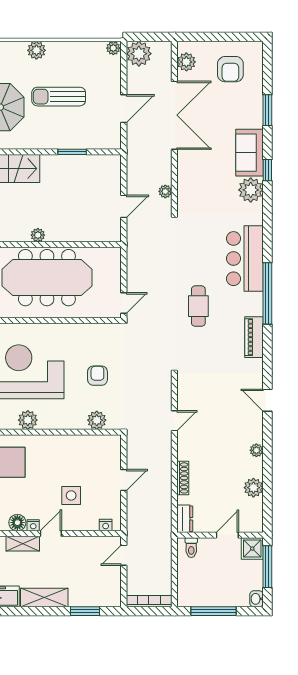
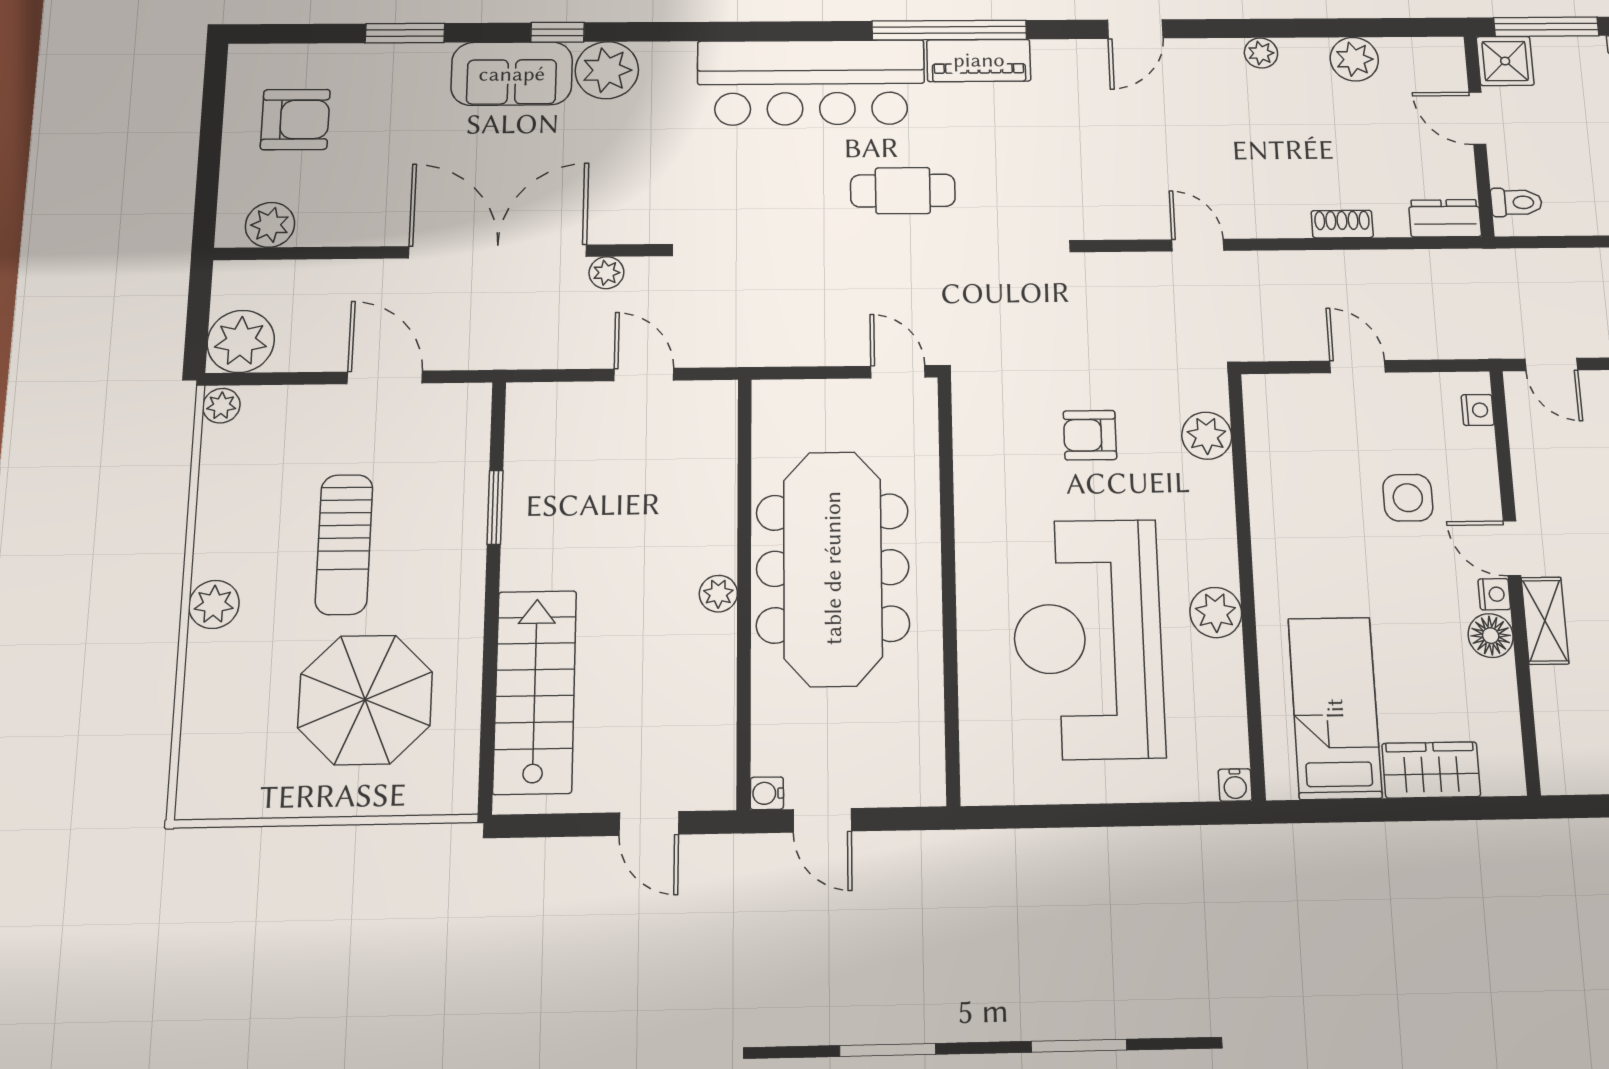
double door: (174, 115) -> (498, 252), moved
bar counter: (245, 259) -> (811, 82), width x1.36
window: (267, 293) -> (949, 30), moved
shoe rack: (183, 478) -> (1342, 224), width x0.70

